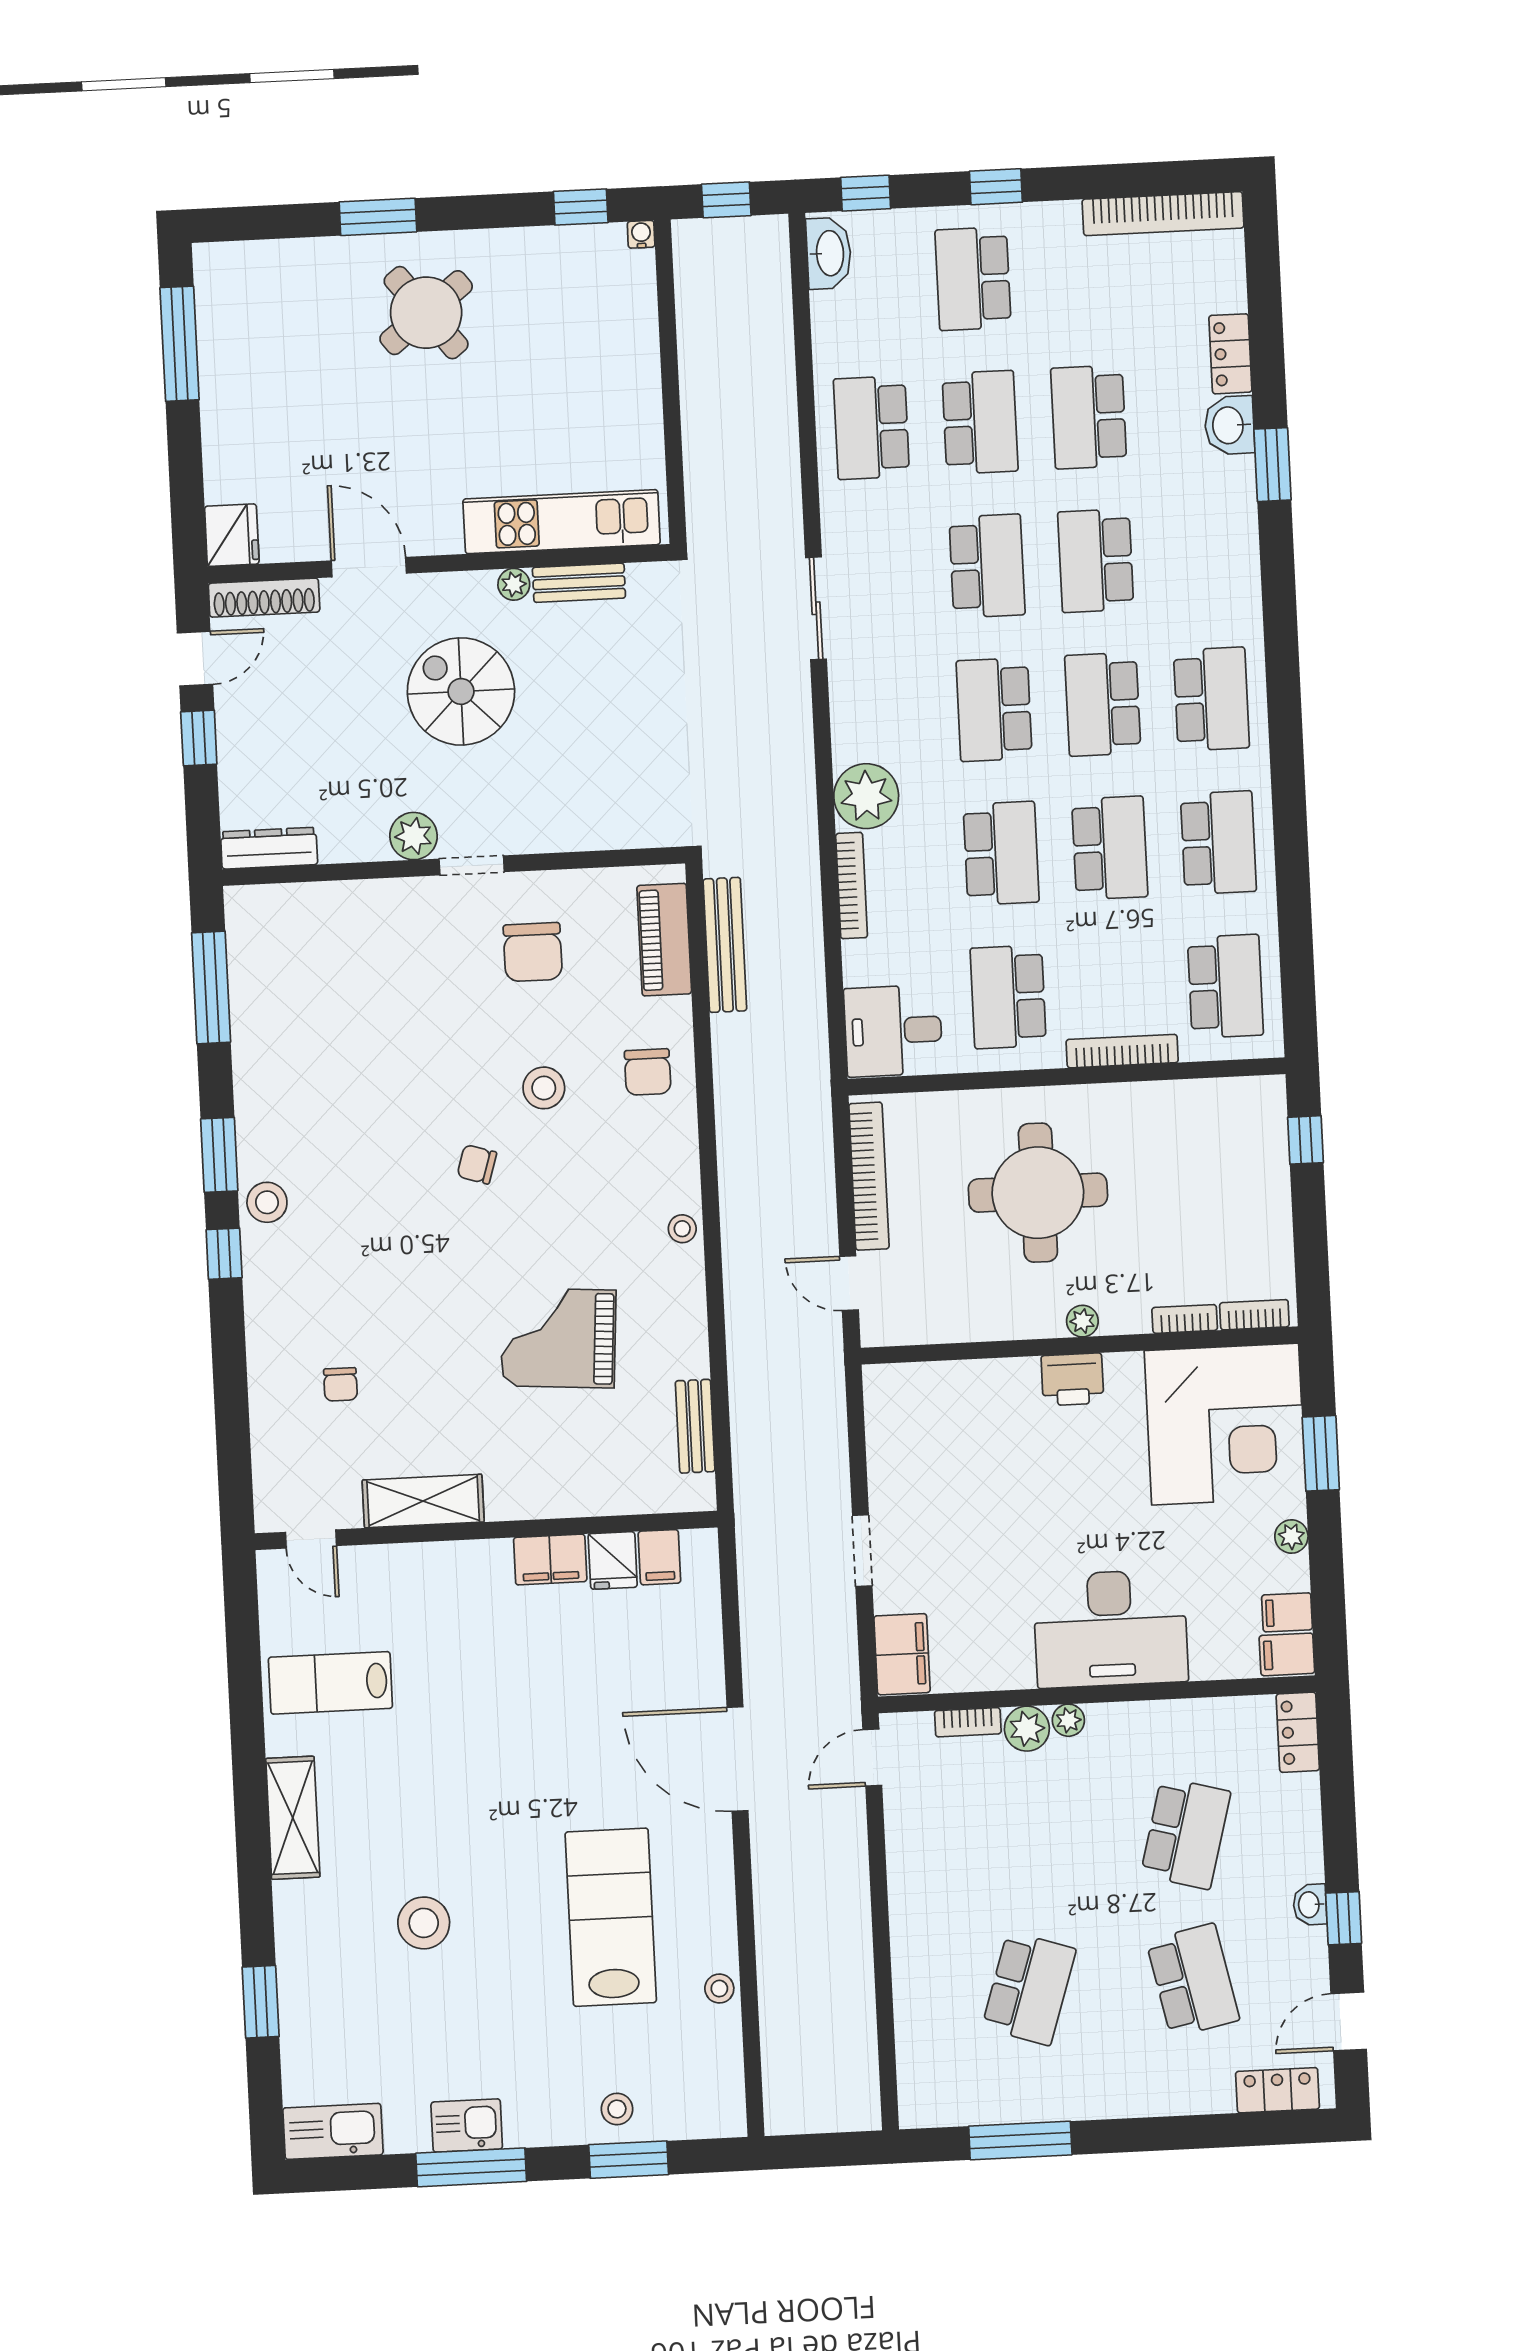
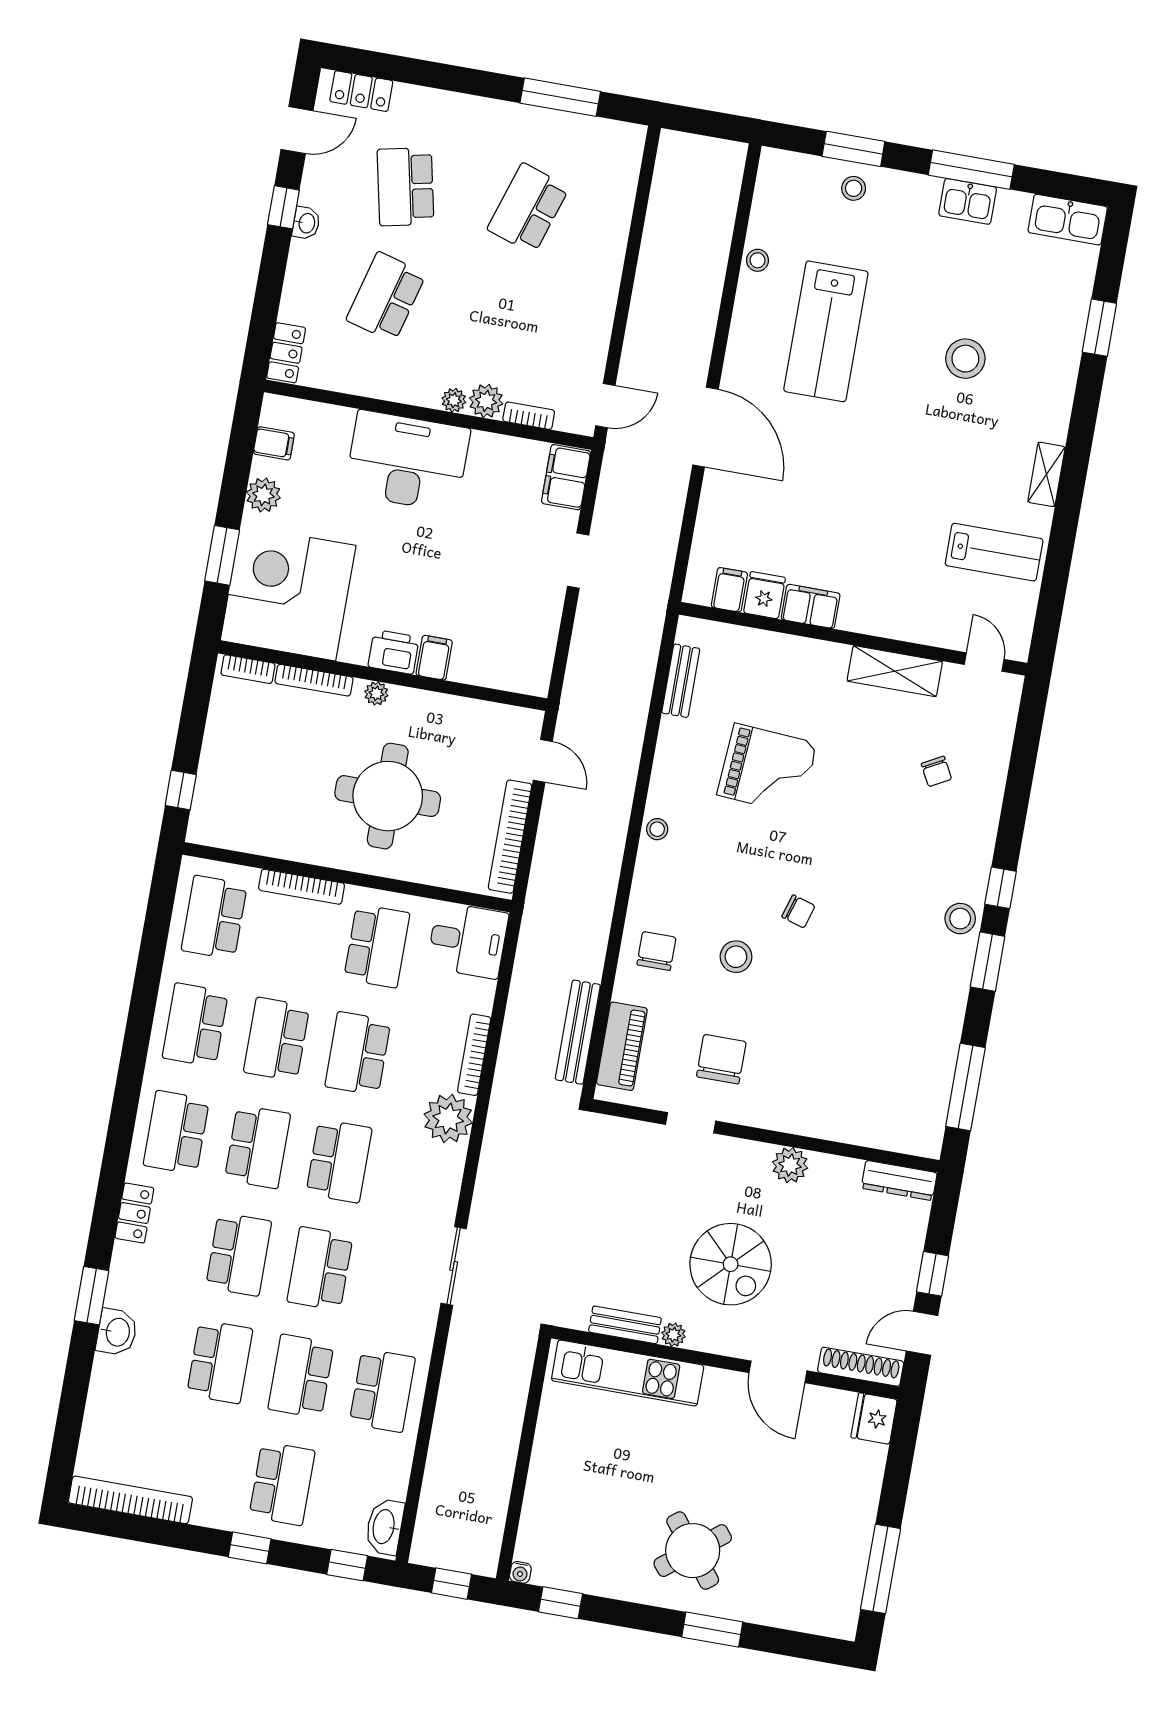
locker: (1230, 354) -> (134, 1213), moved
doorway: (472, 865) -> (691, 1123), moved
bookcase: (1185, 1319) -> (314, 680), width x1.56
chair: (340, 1384) -> (936, 771), turned 152
plant: (1291, 1536) -> (263, 495), width x1.38, depth x1.38
filing cabinet: (1287, 1654) -> (434, 658), moved, turned -90
shelving: (293, 1818) -> (1046, 474), width x0.67, depth x0.75

